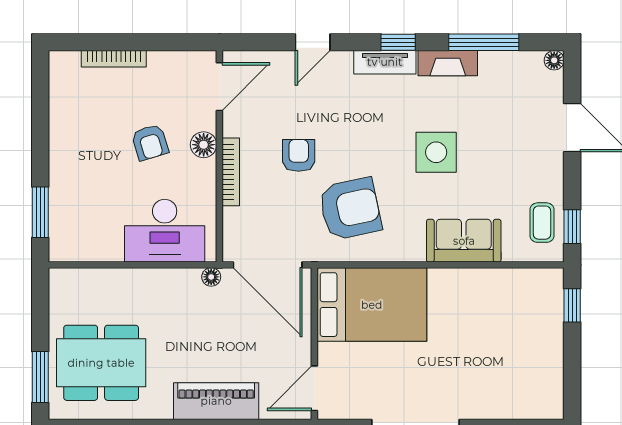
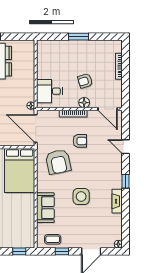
window: (484, 42) -> (126, 216), removed
tv unit: (385, 62) -> (117, 176), removed
window: (40, 212) -> (78, 37), moved
window: (572, 227) -> (62, 251), moved
desk: (165, 231) -> (49, 91), width x0.73
door: (268, 265) -> (36, 128), hinge flipped

